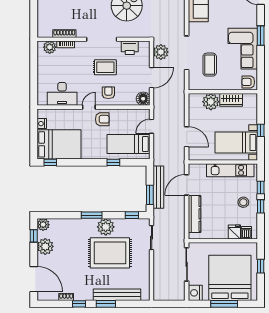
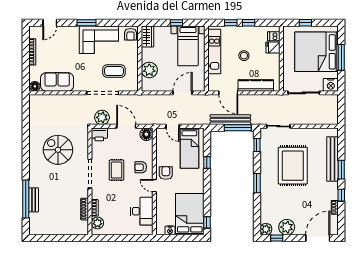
printer: (130, 48) -> (99, 134), moved, turned 90
wardrobe: (231, 100) -> (148, 36), moved
window: (150, 195) -> (238, 128), width x1.44
stool: (243, 202) -> (244, 56), moved
plant: (106, 227) -> (268, 170), removed

